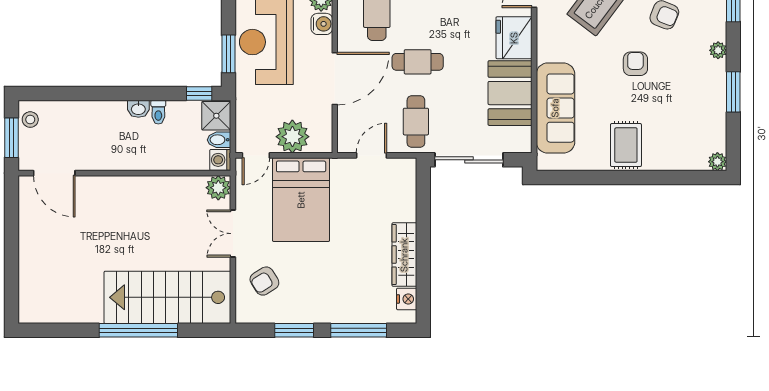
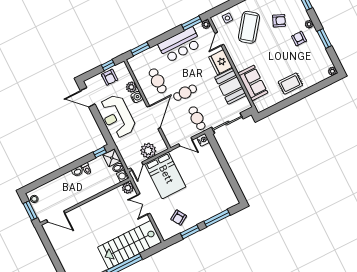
window: (228, 54) -> (104, 129), removed
armchair: (635, 64) -> (299, 39), moved
sofa: (555, 108) -> (253, 83), width x0.73
rug: (626, 145) -> (290, 84), turned 90
door: (371, 155) -> (185, 142), swing flipped
wardrobe: (404, 255) -> (220, 177), removed
armchair: (264, 281) -> (179, 218), moved
nightstand: (407, 299) -> (203, 140), moved

